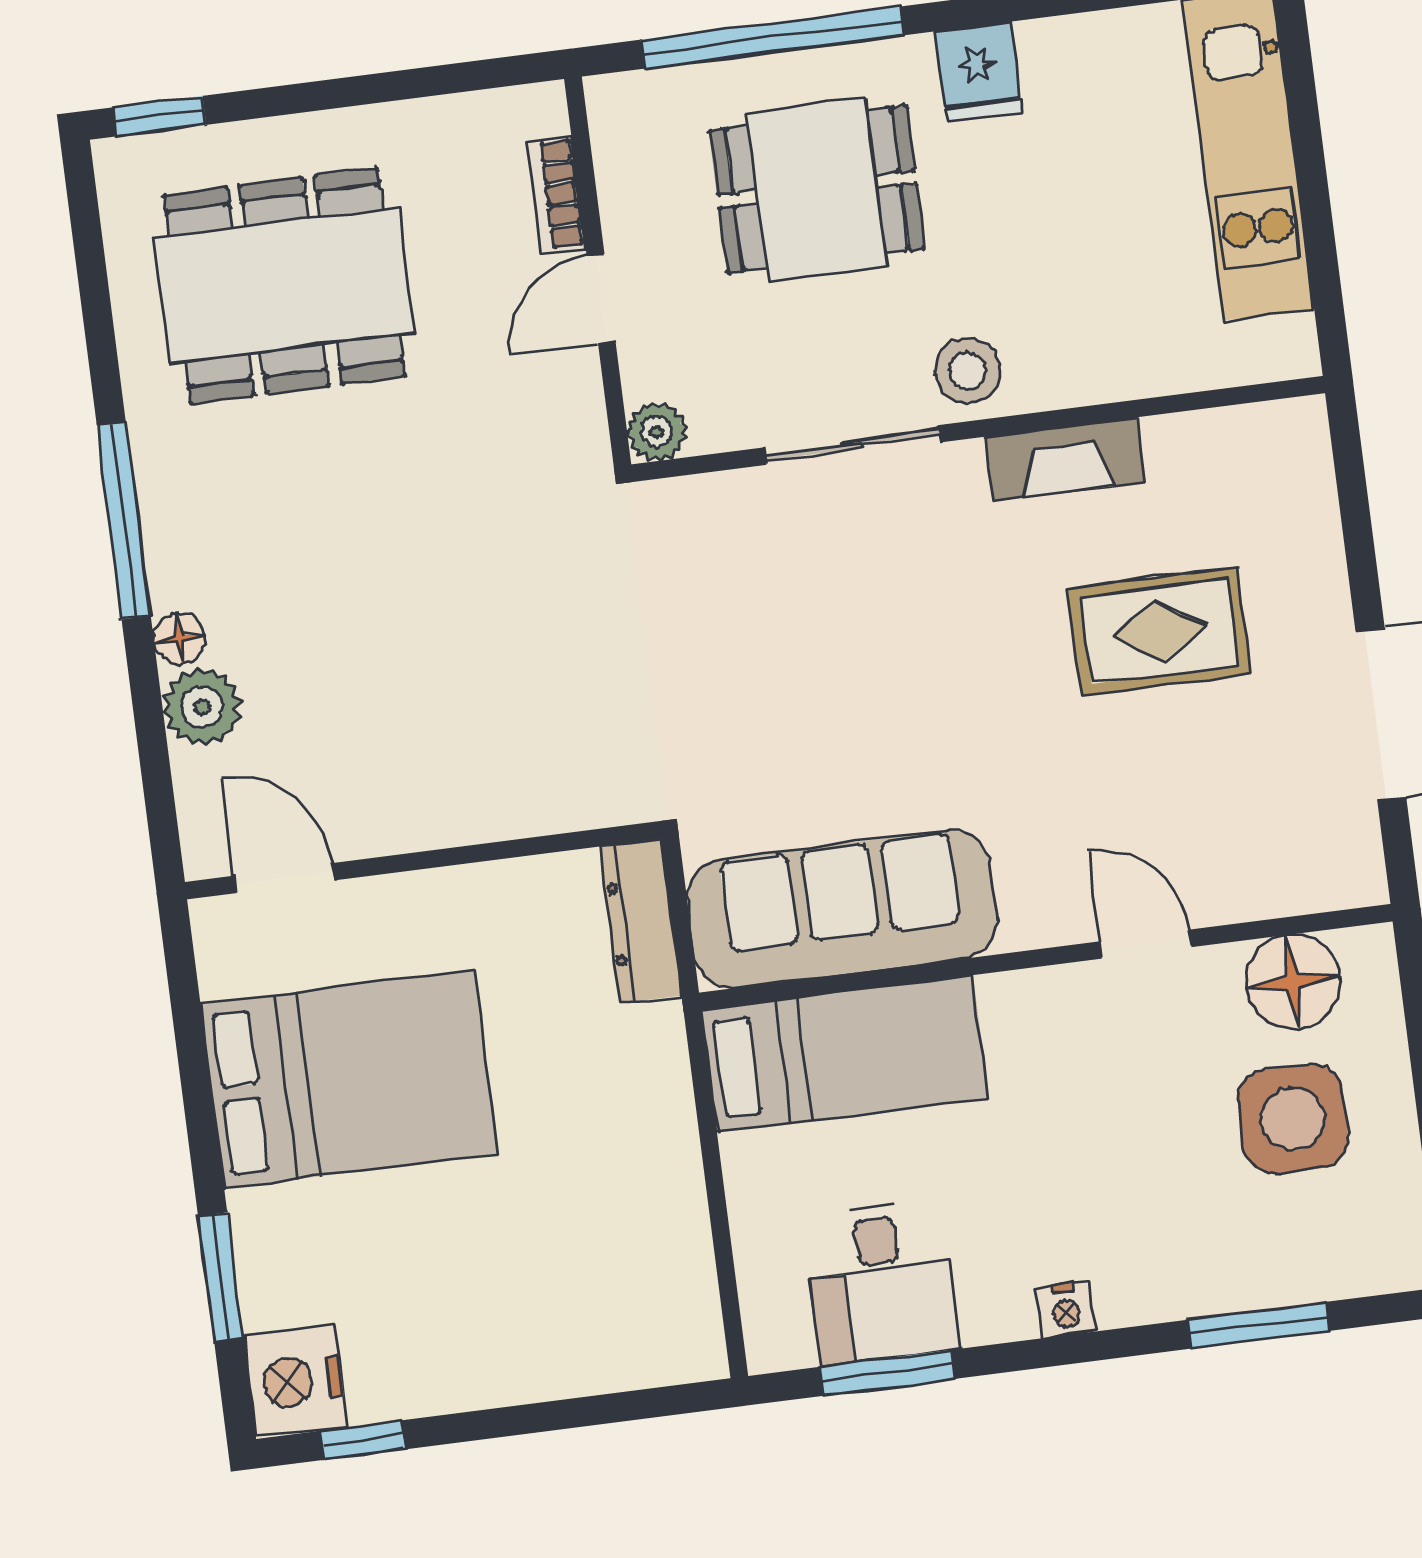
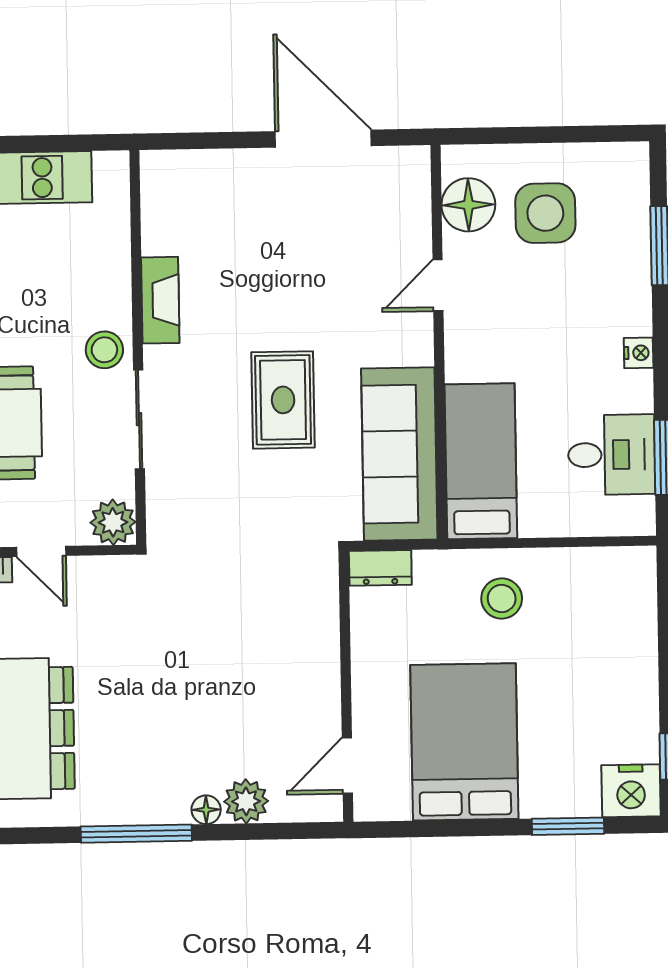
plant: (657, 432) -> (113, 522), width x1.38, depth x1.38
rug: (1159, 631) -> (283, 400), moved
dresser: (641, 921) -> (380, 568), width x0.70
stool: (608, 1117) -> (502, 598), added

